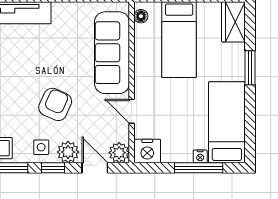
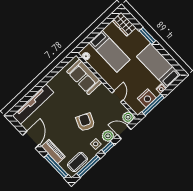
sofa: (112, 53) -> (84, 77), width x0.73
door: (132, 111) -> (118, 96), swing flipped
nightstand: (147, 151) -> (147, 98), moved
window: (199, 168) -> (153, 105), moved

